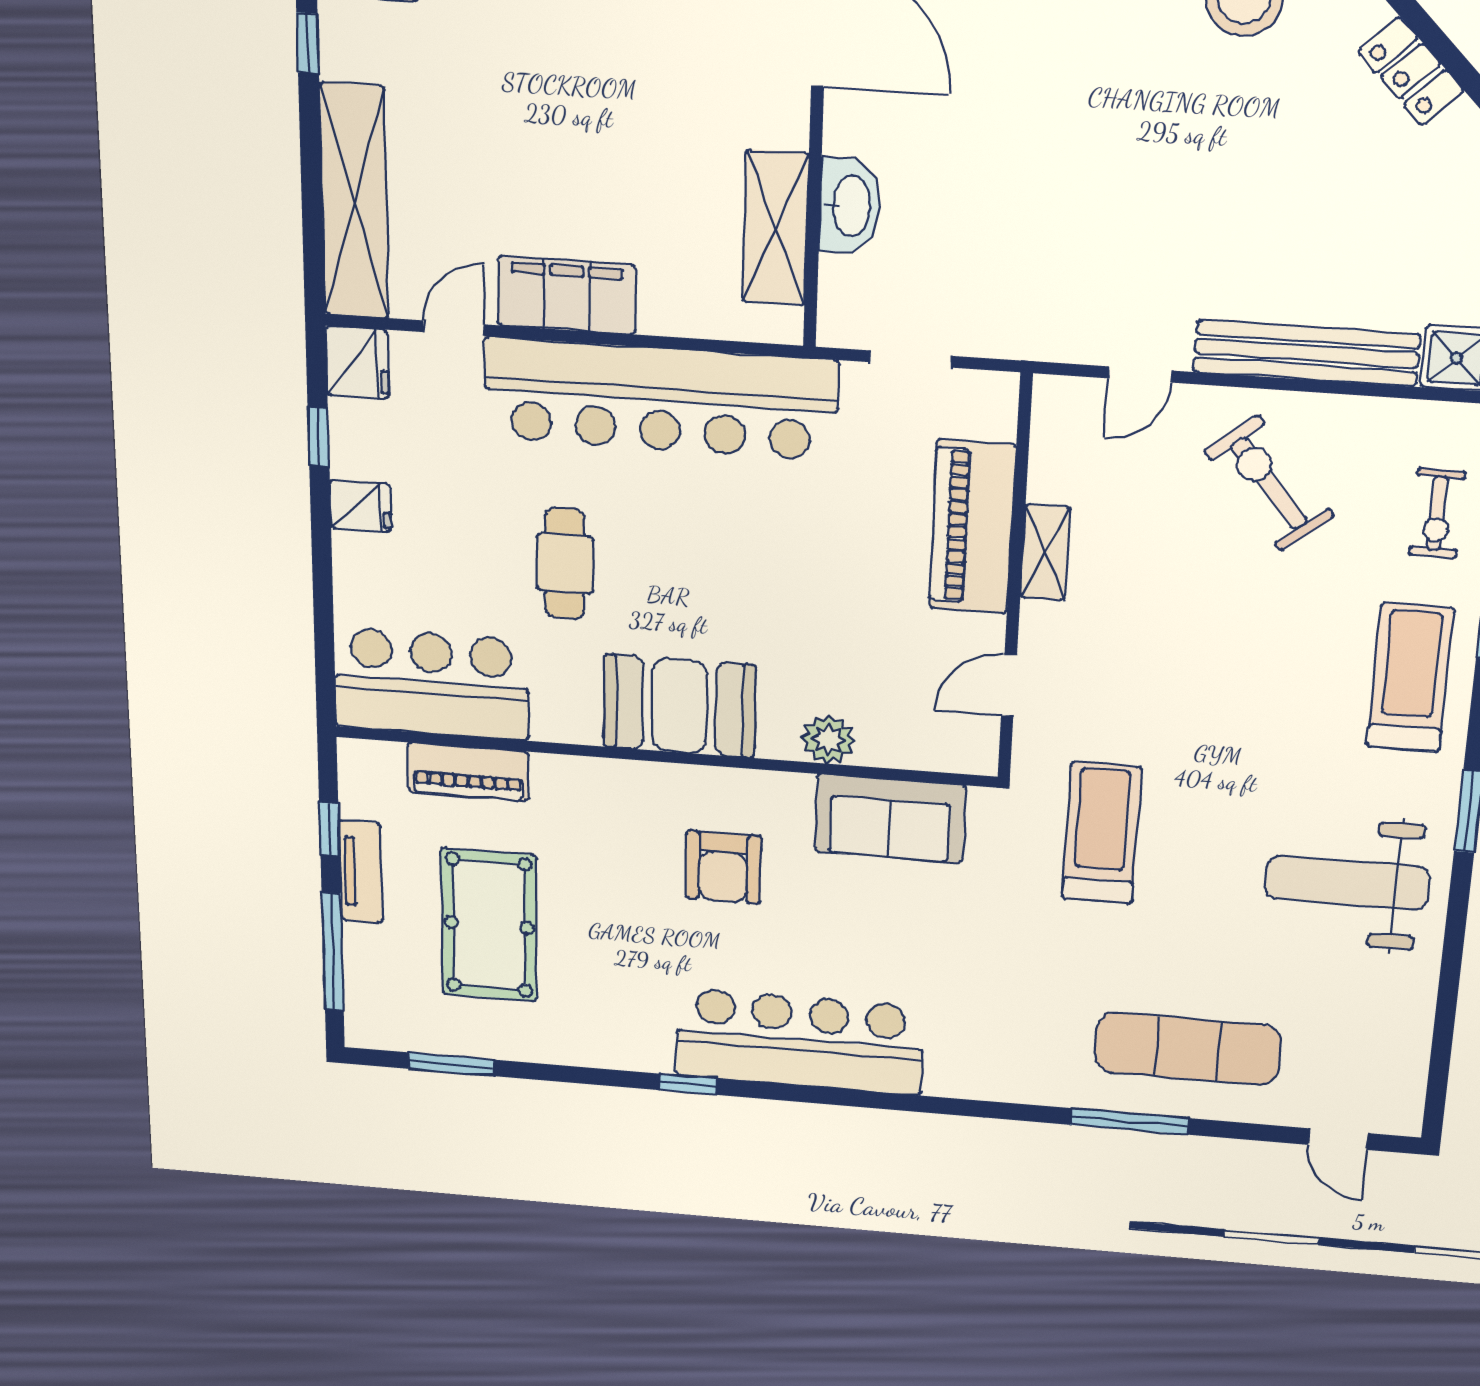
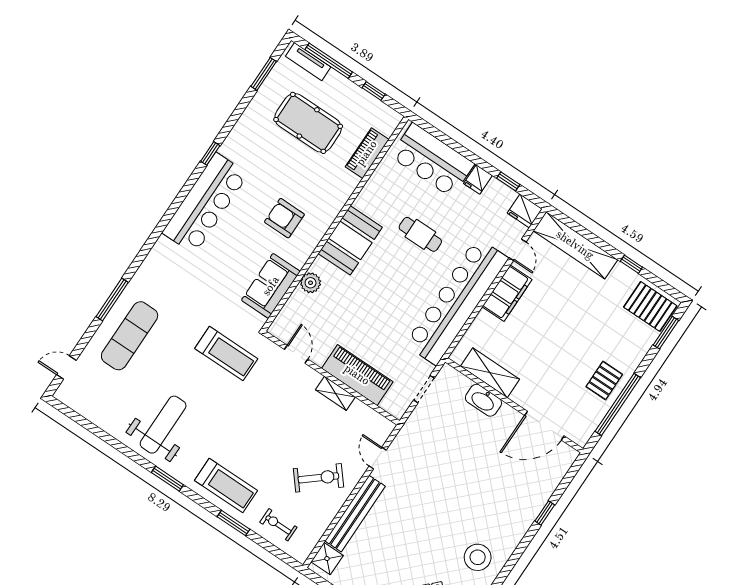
bar counter: (431, 684) -> (432, 160), moved, turned 90
tv unit: (361, 872) -> (308, 62), moved

